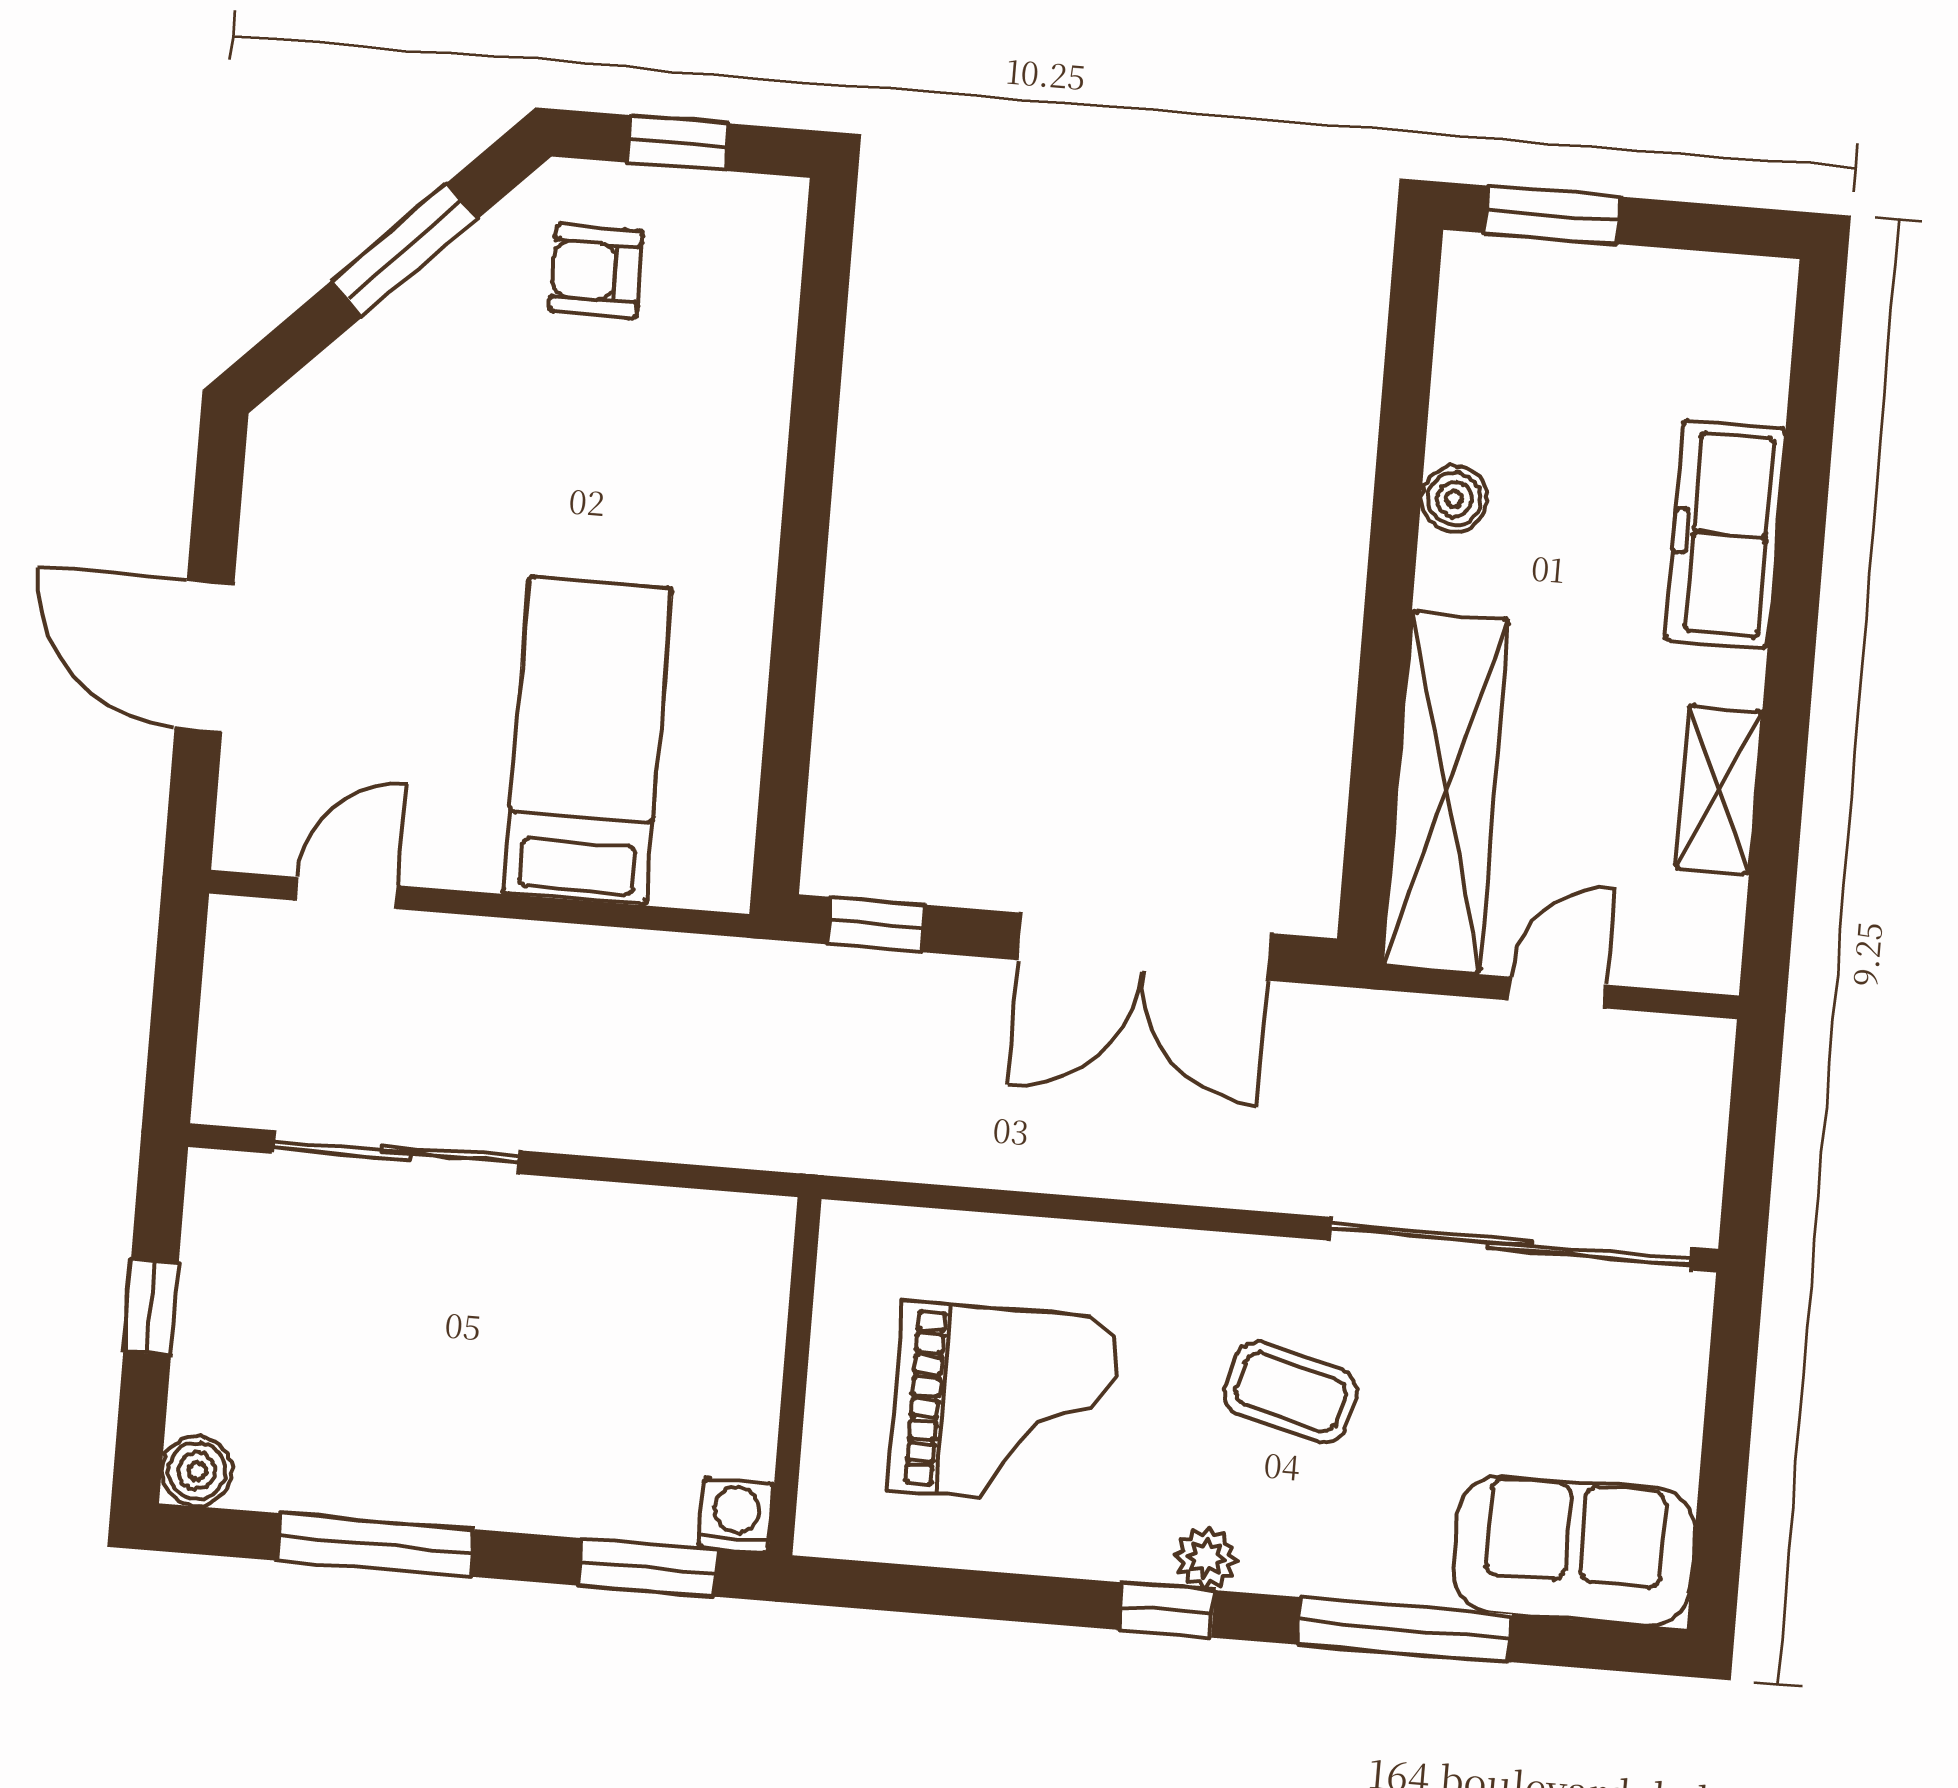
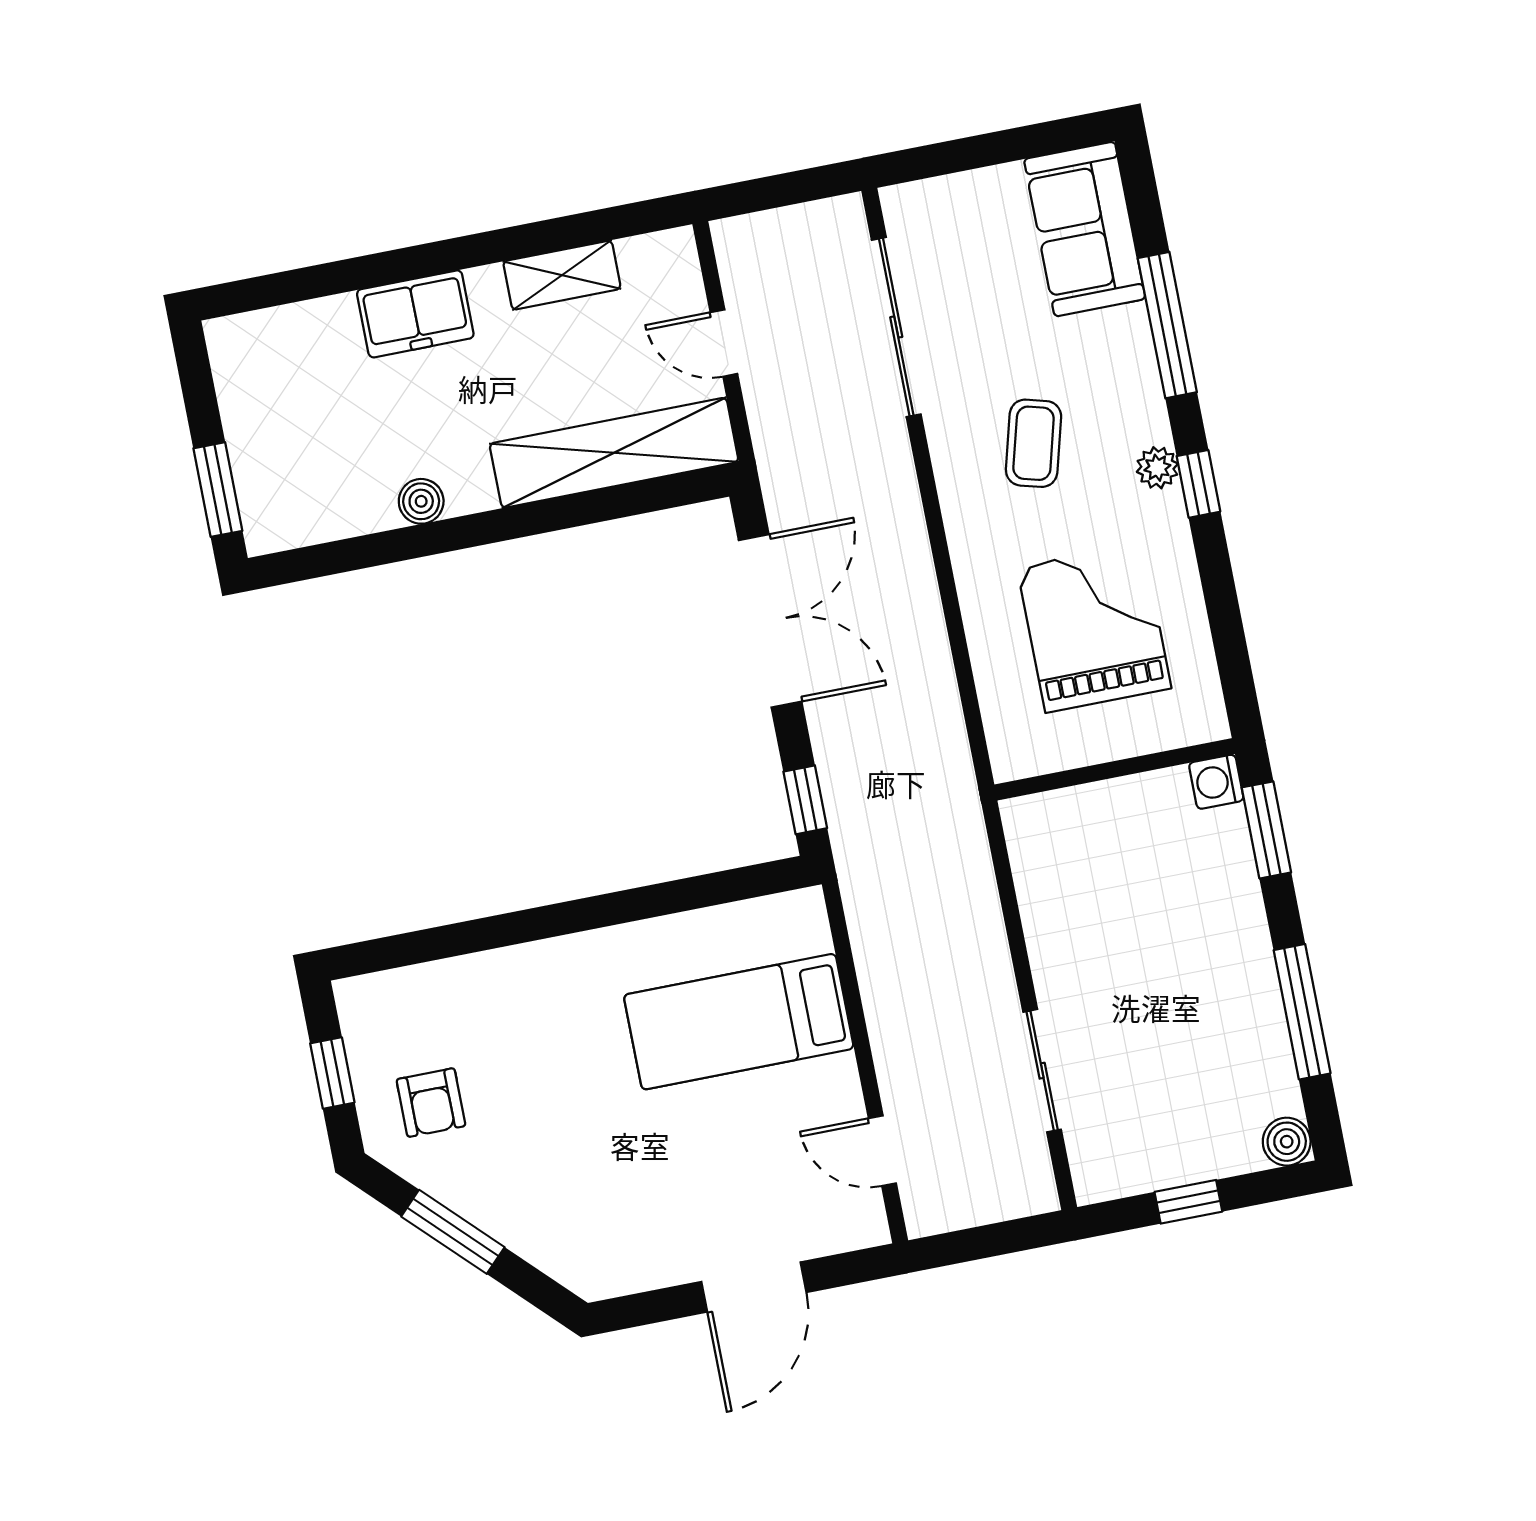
freezer: (1725, 534) -> (415, 314), width x0.71
sliding door: (396, 1152) -> (1042, 1071), width x0.73
sliding door: (1511, 1244) -> (896, 327), width x0.73

